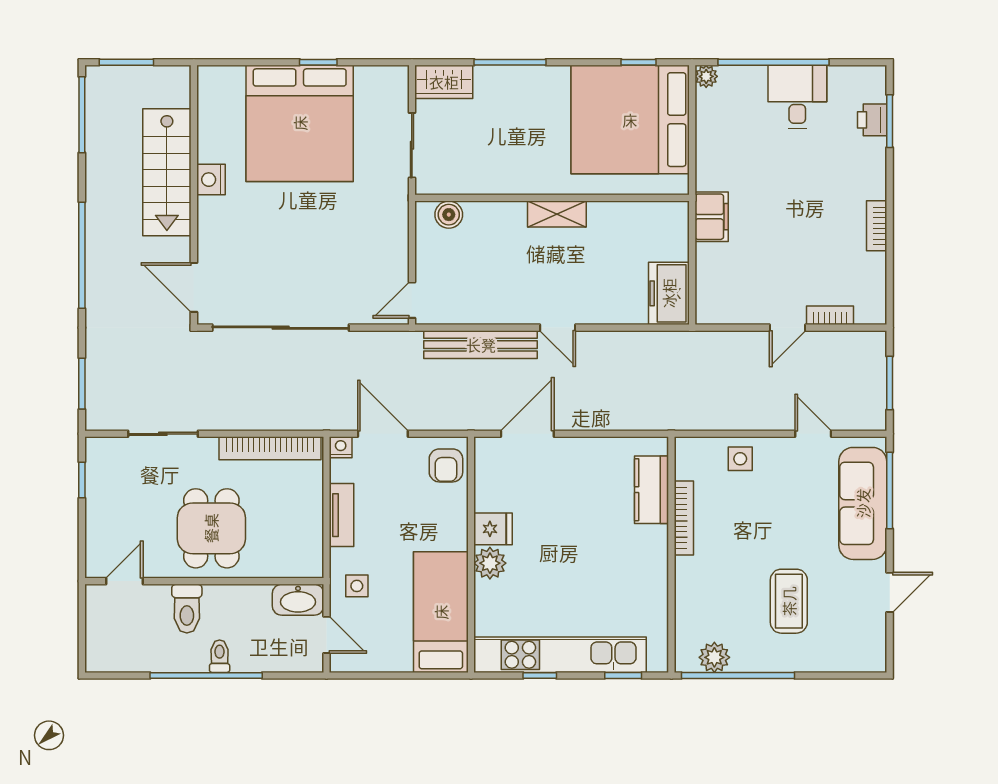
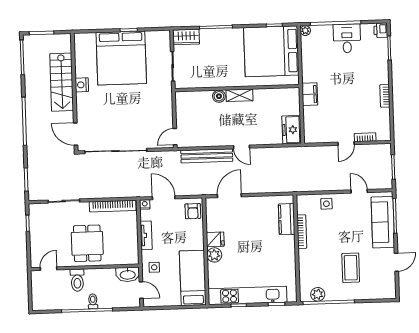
printer: (872, 120) -> (381, 30), moved
boiler: (449, 215) -> (219, 96), moved

